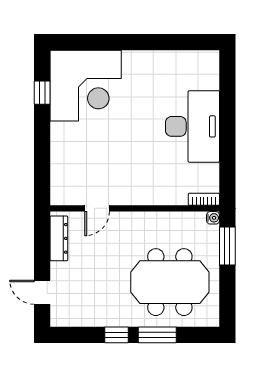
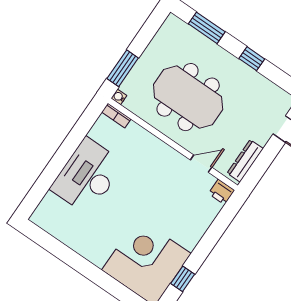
printer: (61, 196) -> (222, 192), added
meeting table: (170, 282) -> (188, 97), moved
window: (157, 335) -> (207, 28), moved

